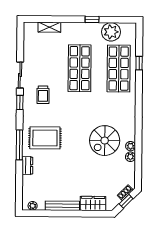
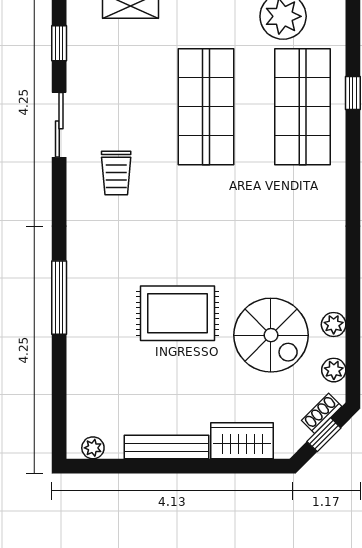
window: (20, 102) -> (59, 43), moved
rug: (45, 138) -> (178, 313), moved
spiral stairs: (105, 141) -> (271, 335), moved, turned -90
plant: (131, 146) -> (334, 370), moved
dresser: (27, 165) -> (79, 348), removed

